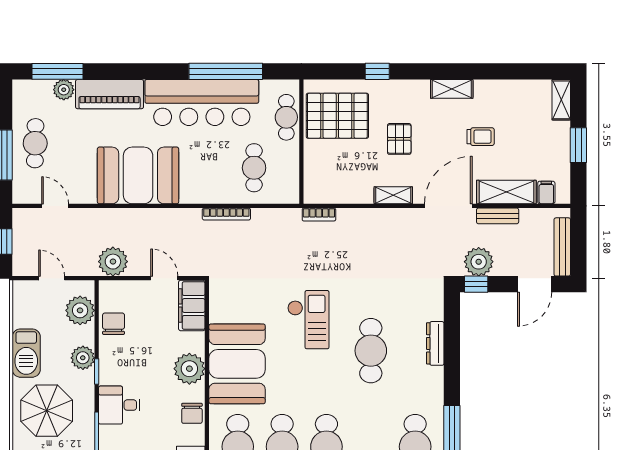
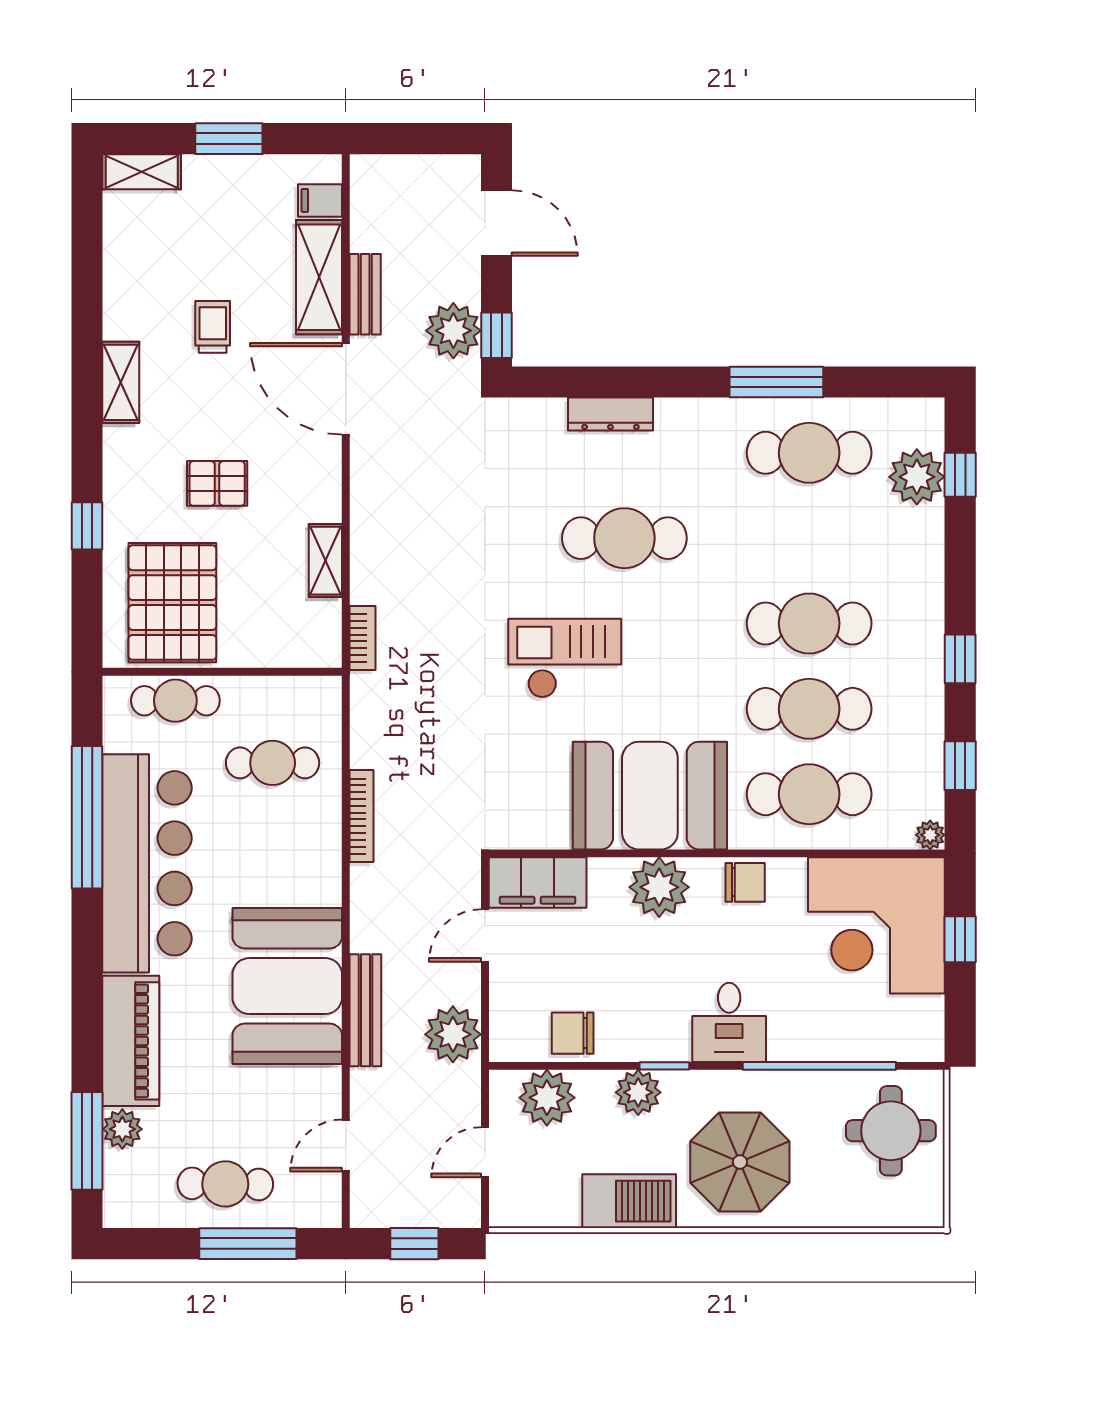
shelving: (393, 195) -> (325, 561), moved
bench: (562, 247) -> (365, 1010), moved, turned 90

